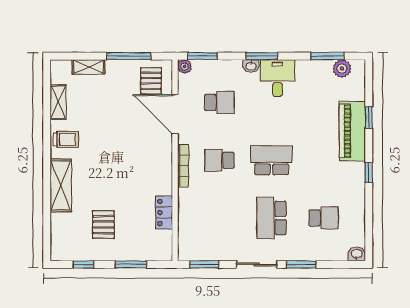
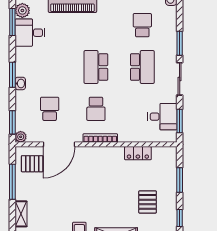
desk: (277, 78) -> (30, 33), moved
school desk: (271, 218) -> (142, 67), turned -90
pallet: (103, 225) -> (148, 202), turned 90
desk: (210, 243) -> (162, 117), added

